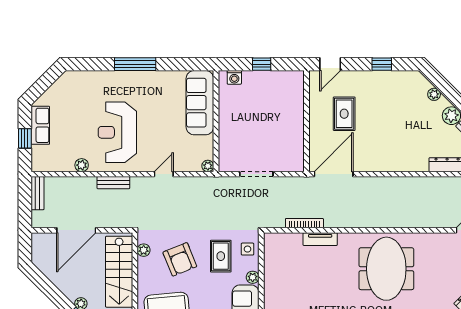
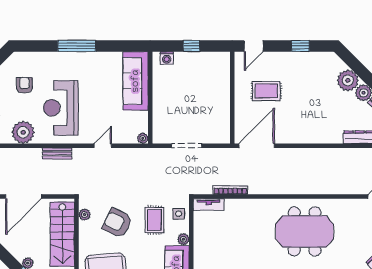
plant: (434, 94) -> (348, 80), width x1.88, depth x1.88
armchair: (77, 107) -> (24, 85), added
rug: (344, 114) -> (266, 91), turned 90
plant: (82, 165) -> (23, 132), width x1.87, depth x1.87
tv unit: (320, 239) -> (209, 205), moved
armchair: (180, 259) -> (117, 223), turned 138
meeting table: (386, 269) -> (305, 231), turned 90

